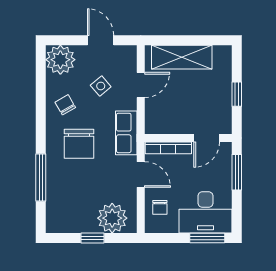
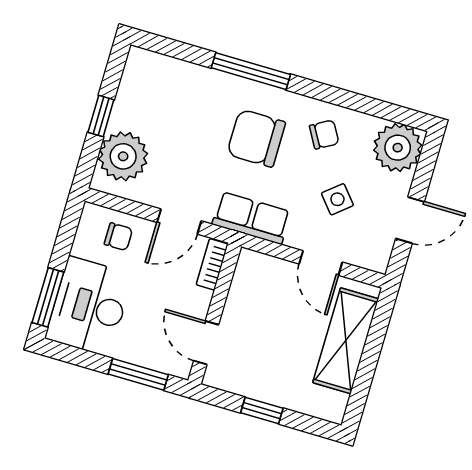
bookcase: (168, 148) -> (212, 264), width x0.64
window: (41, 177) -> (251, 71), moved
chair: (160, 207) -> (118, 237), turned 180

